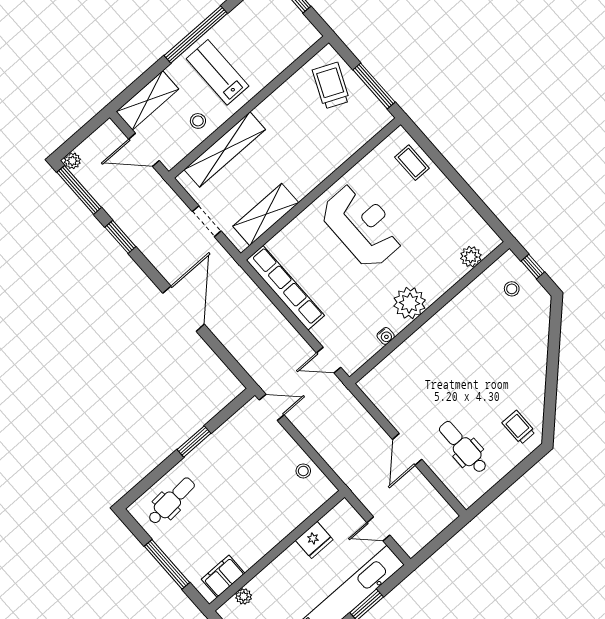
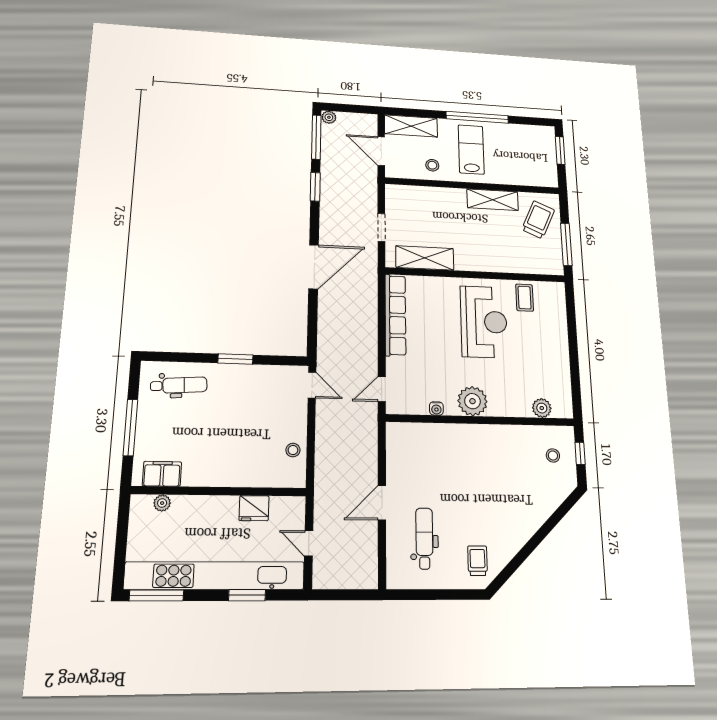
shelving: (225, 150) -> (493, 200), moved, width x0.68
coffee table: (412, 163) -> (525, 298), moved
door: (329, 360) -> (382, 389), hinge flipped

